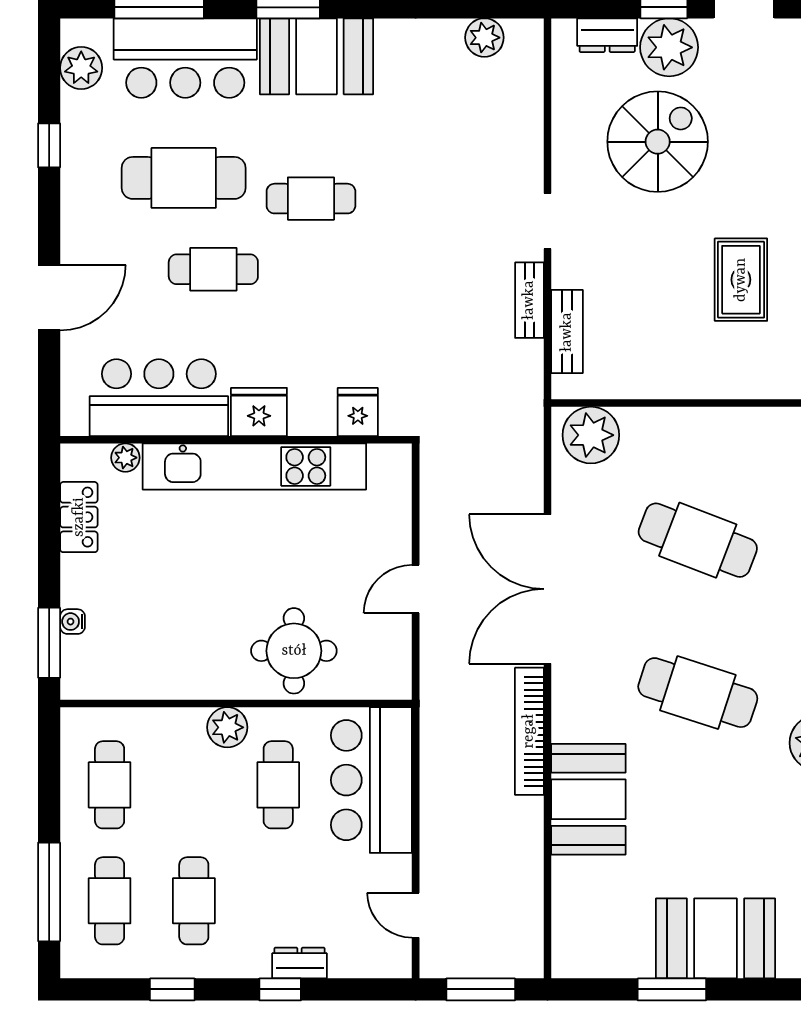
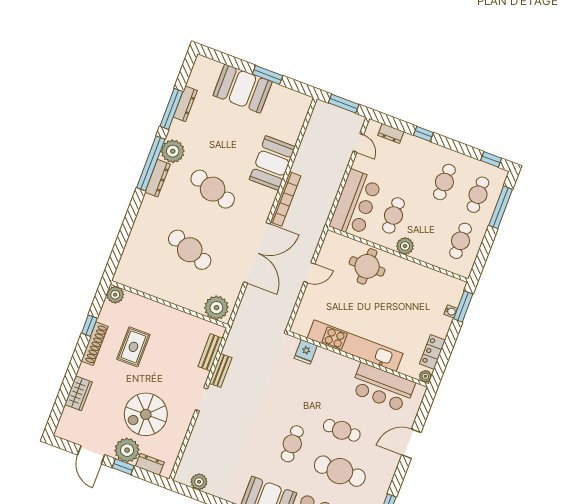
cafe table: (311, 199) -> (292, 444), turned 90
fridge: (259, 412) -> (345, 367), removed
plant: (125, 458) -> (425, 376), moved
dresser: (300, 963) -> (391, 133), moved
window: (172, 989) -> (491, 159), moved

